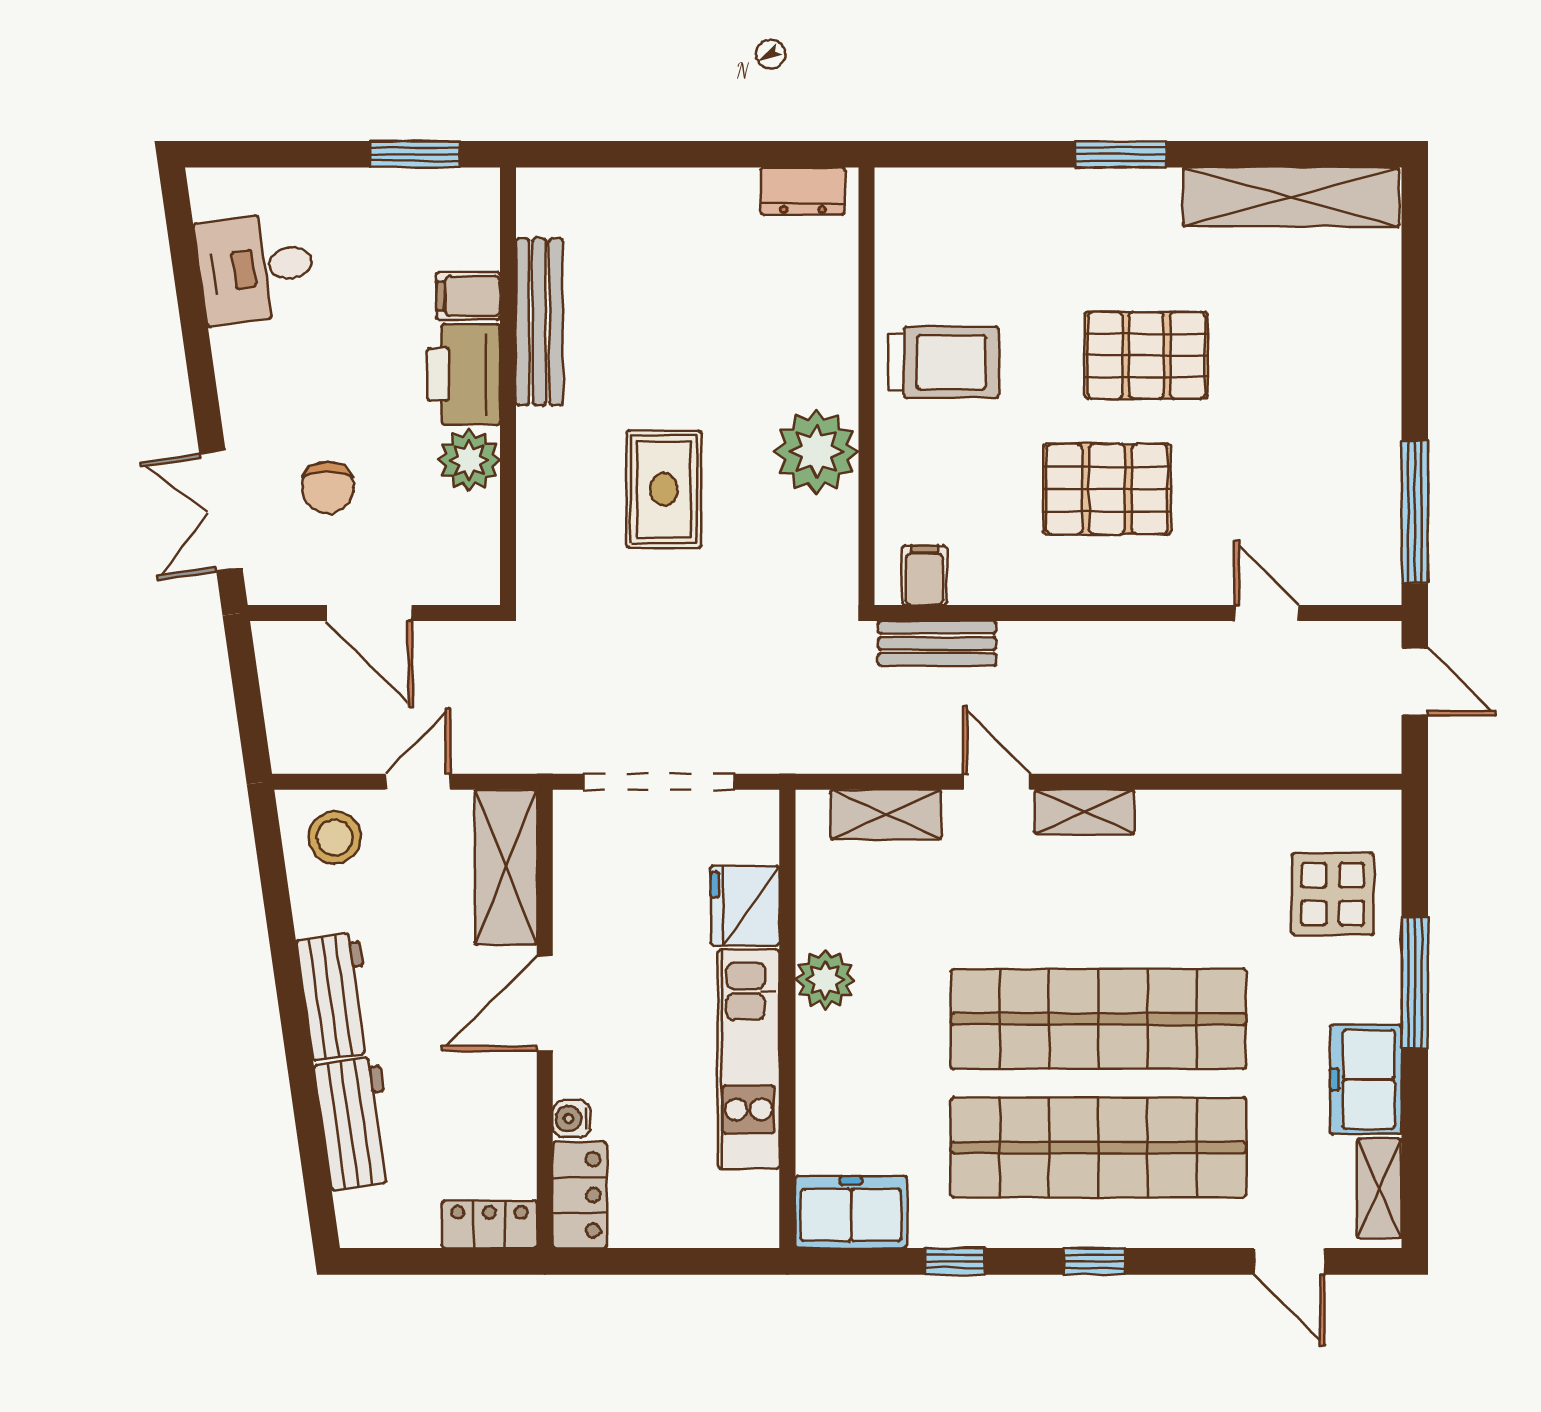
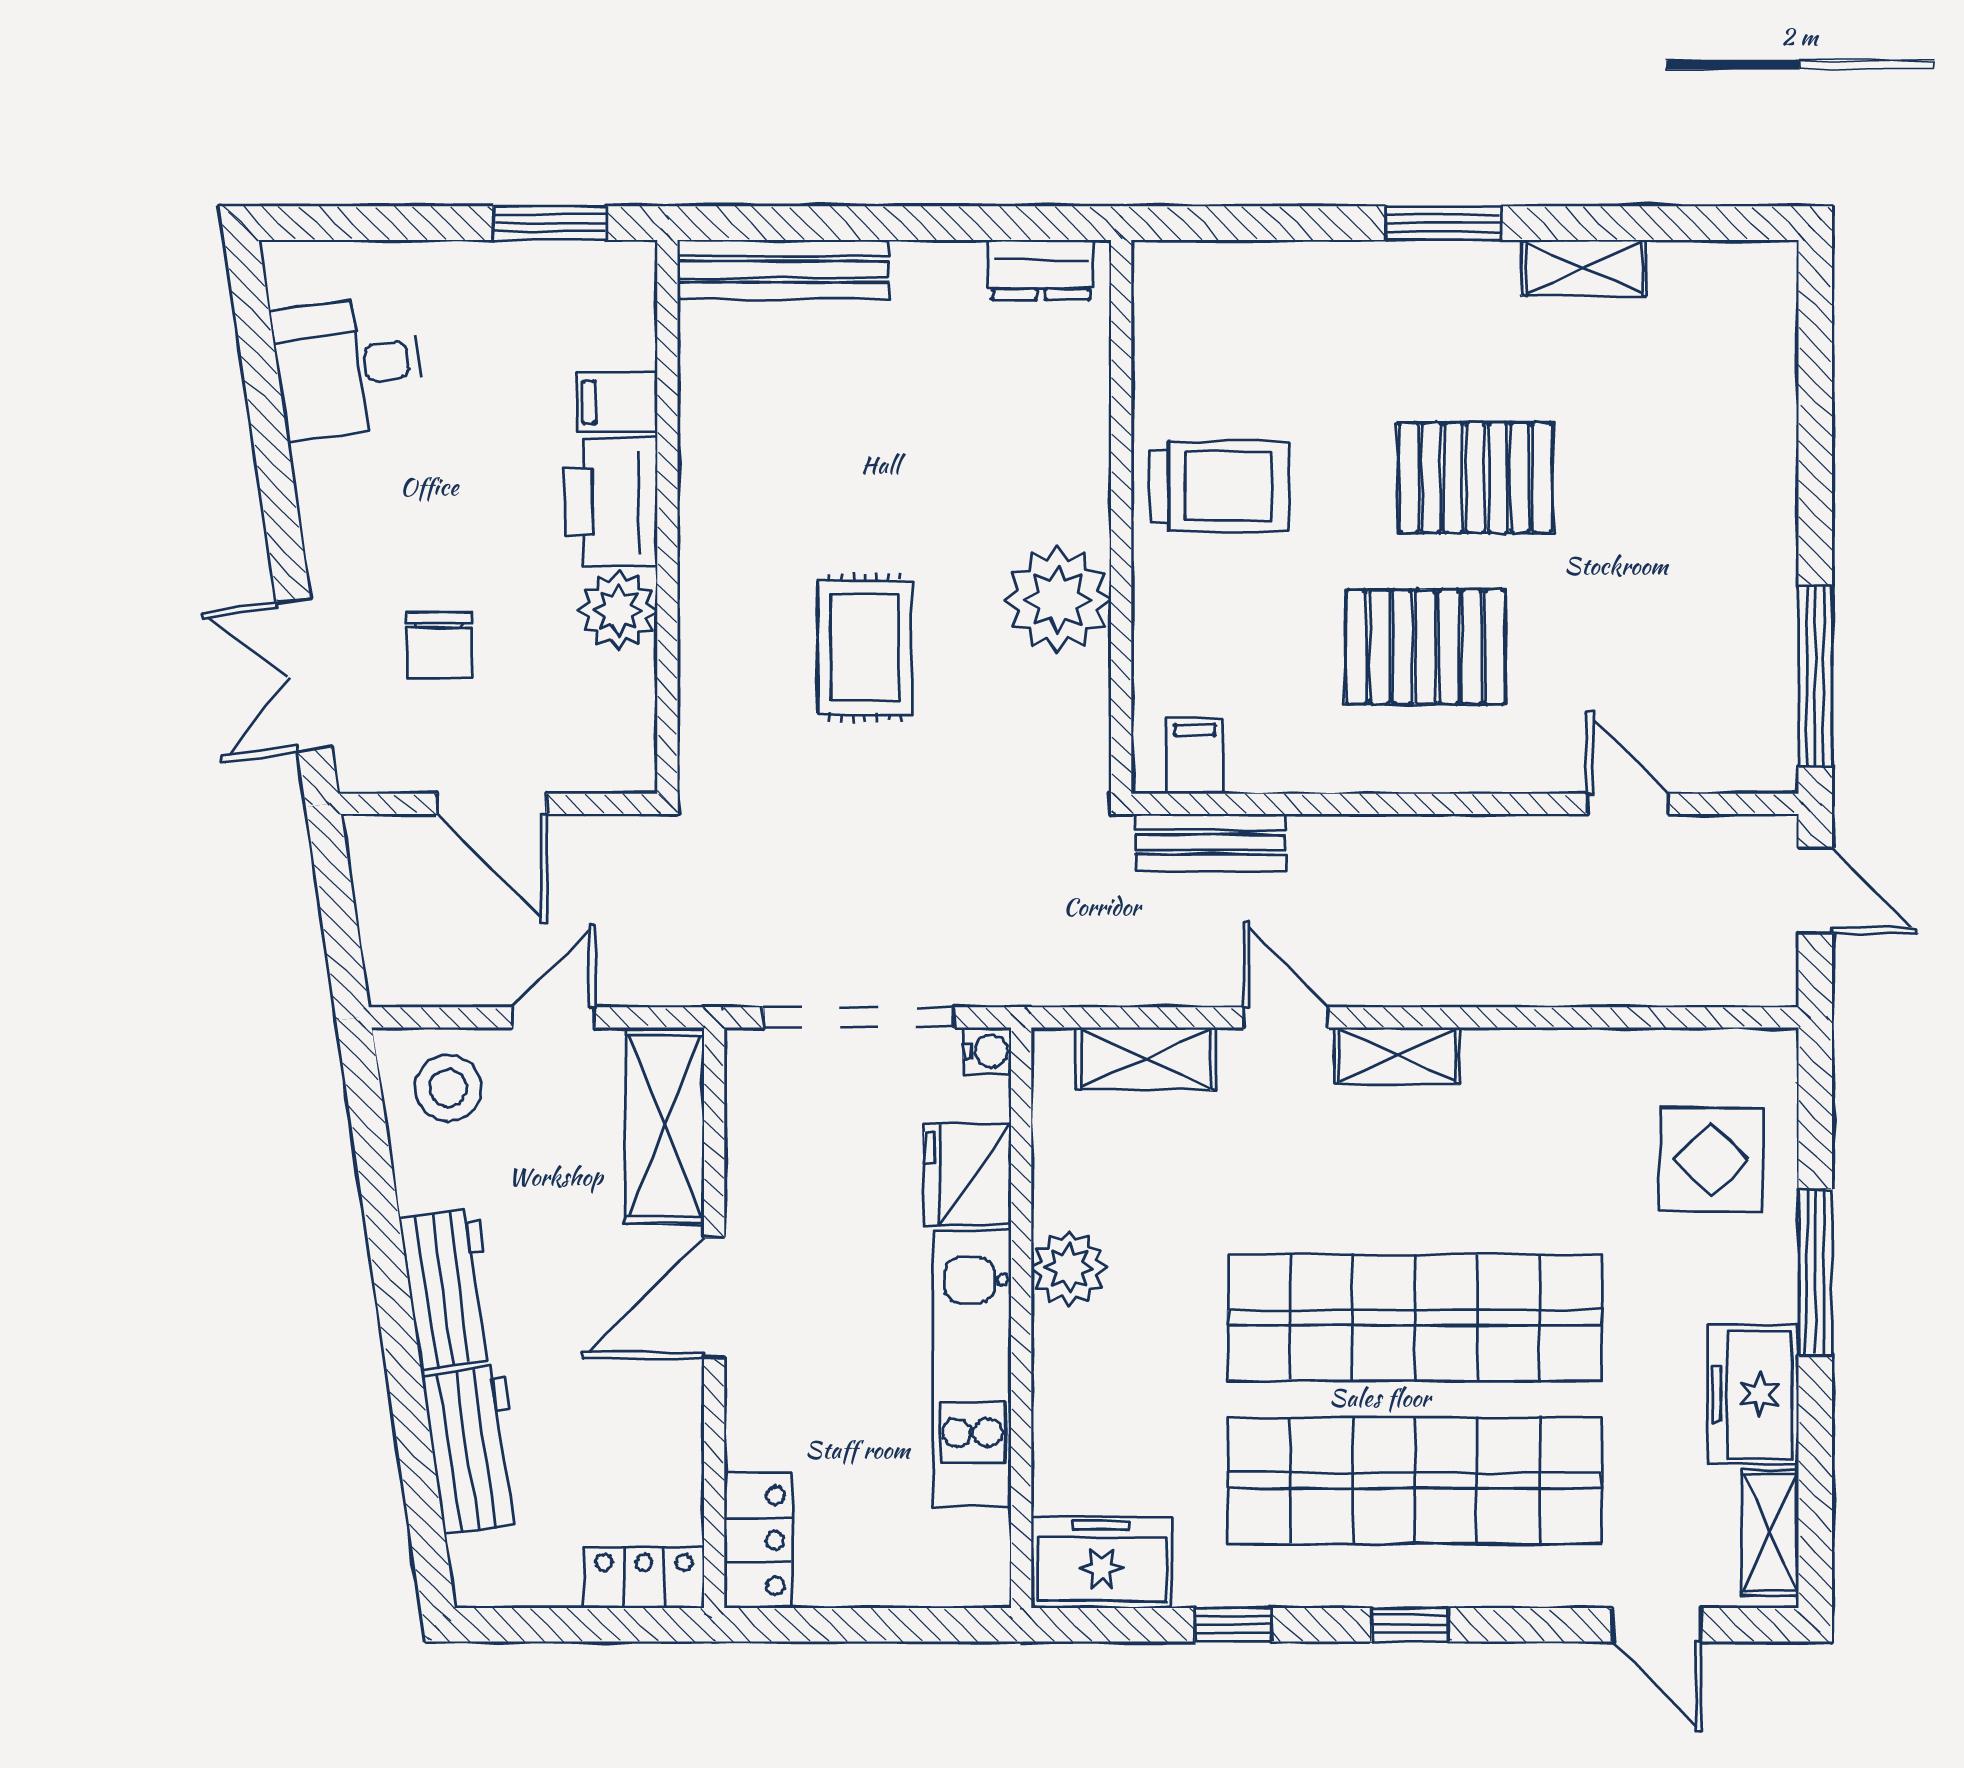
shelving: (1291, 197) -> (1584, 268), width x0.45, depth x0.75
bench: (539, 322) -> (783, 269), moved, turned 90
water cooler: (571, 1119) -> (987, 1051), moved, turned 180

